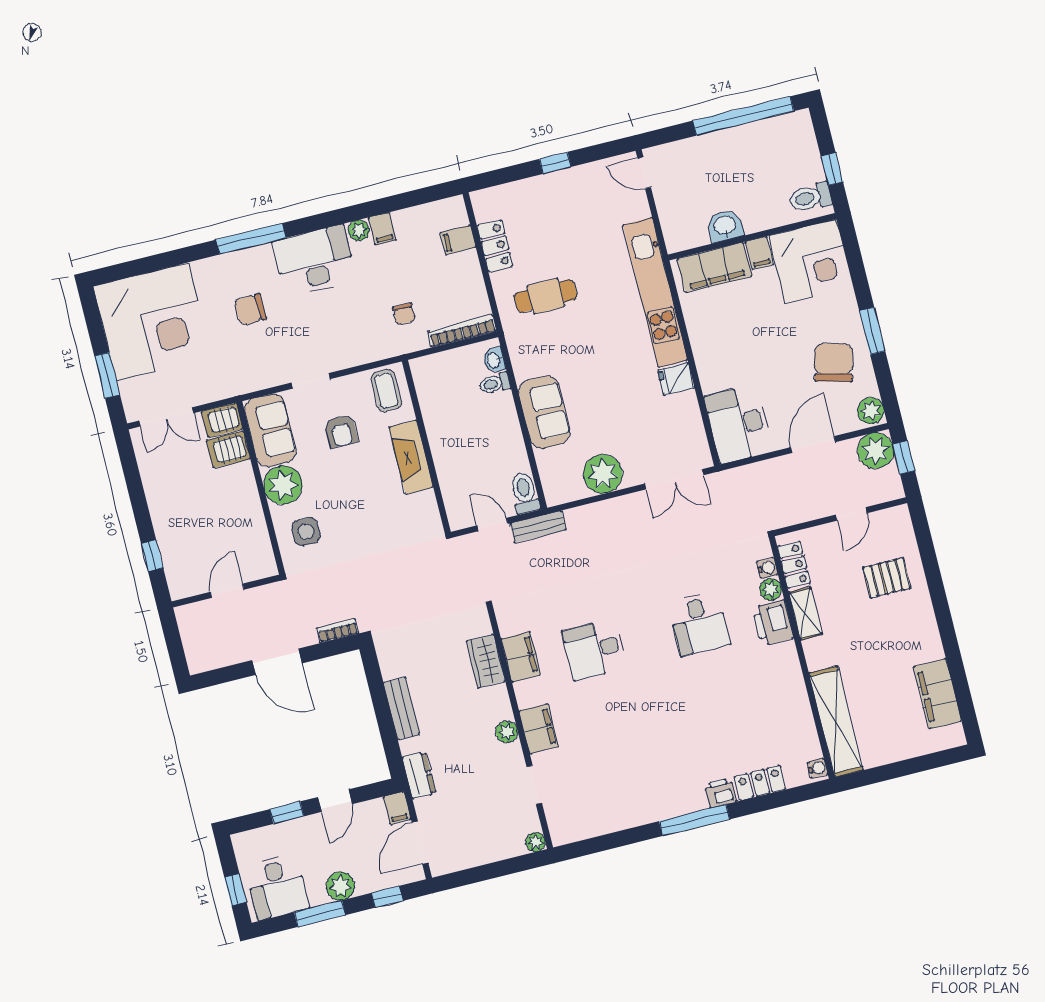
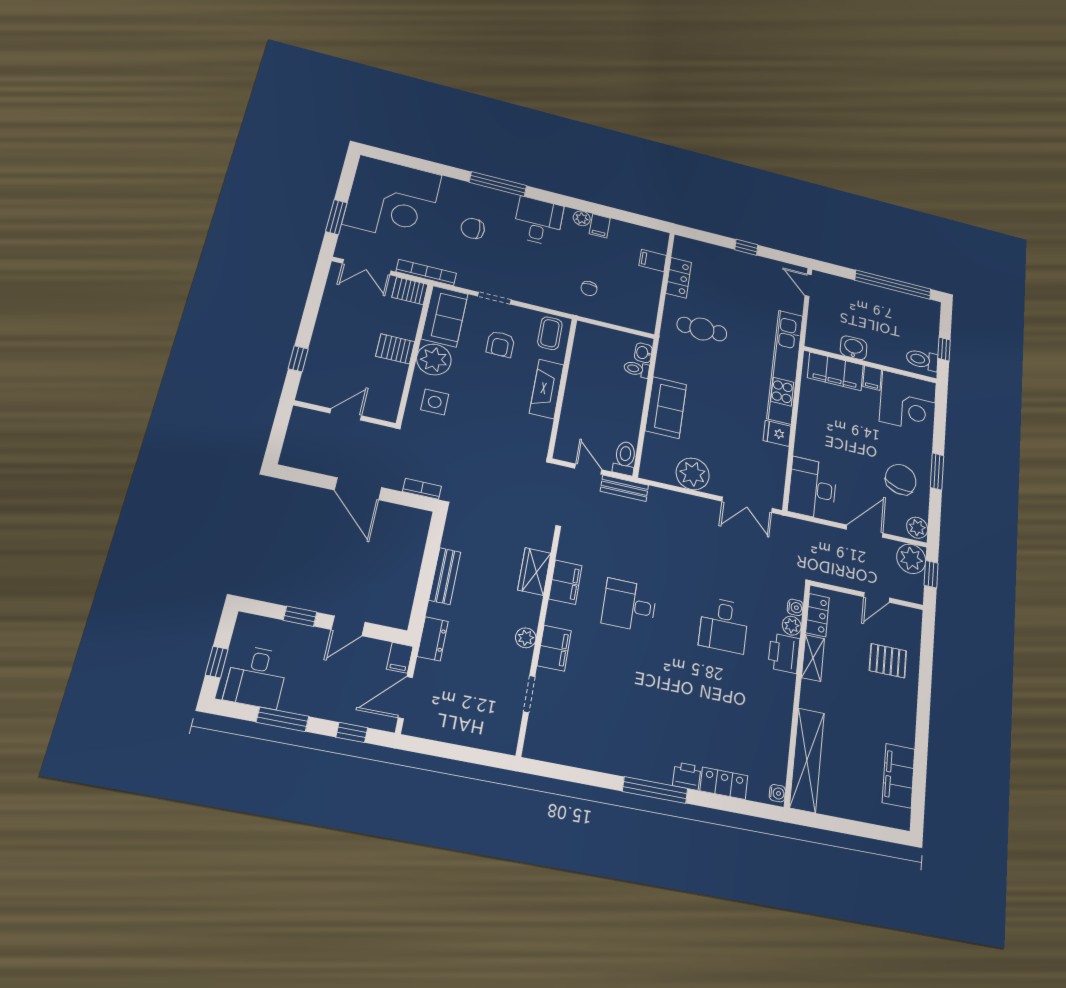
desk: (314, 261) -> (538, 221), width x0.73
bookcase: (462, 331) -> (426, 272), moved
server rack: (228, 450) -> (395, 349), moved
plant: (536, 842) -> (508, 745), removed
plant: (340, 886) -> (314, 703), removed

